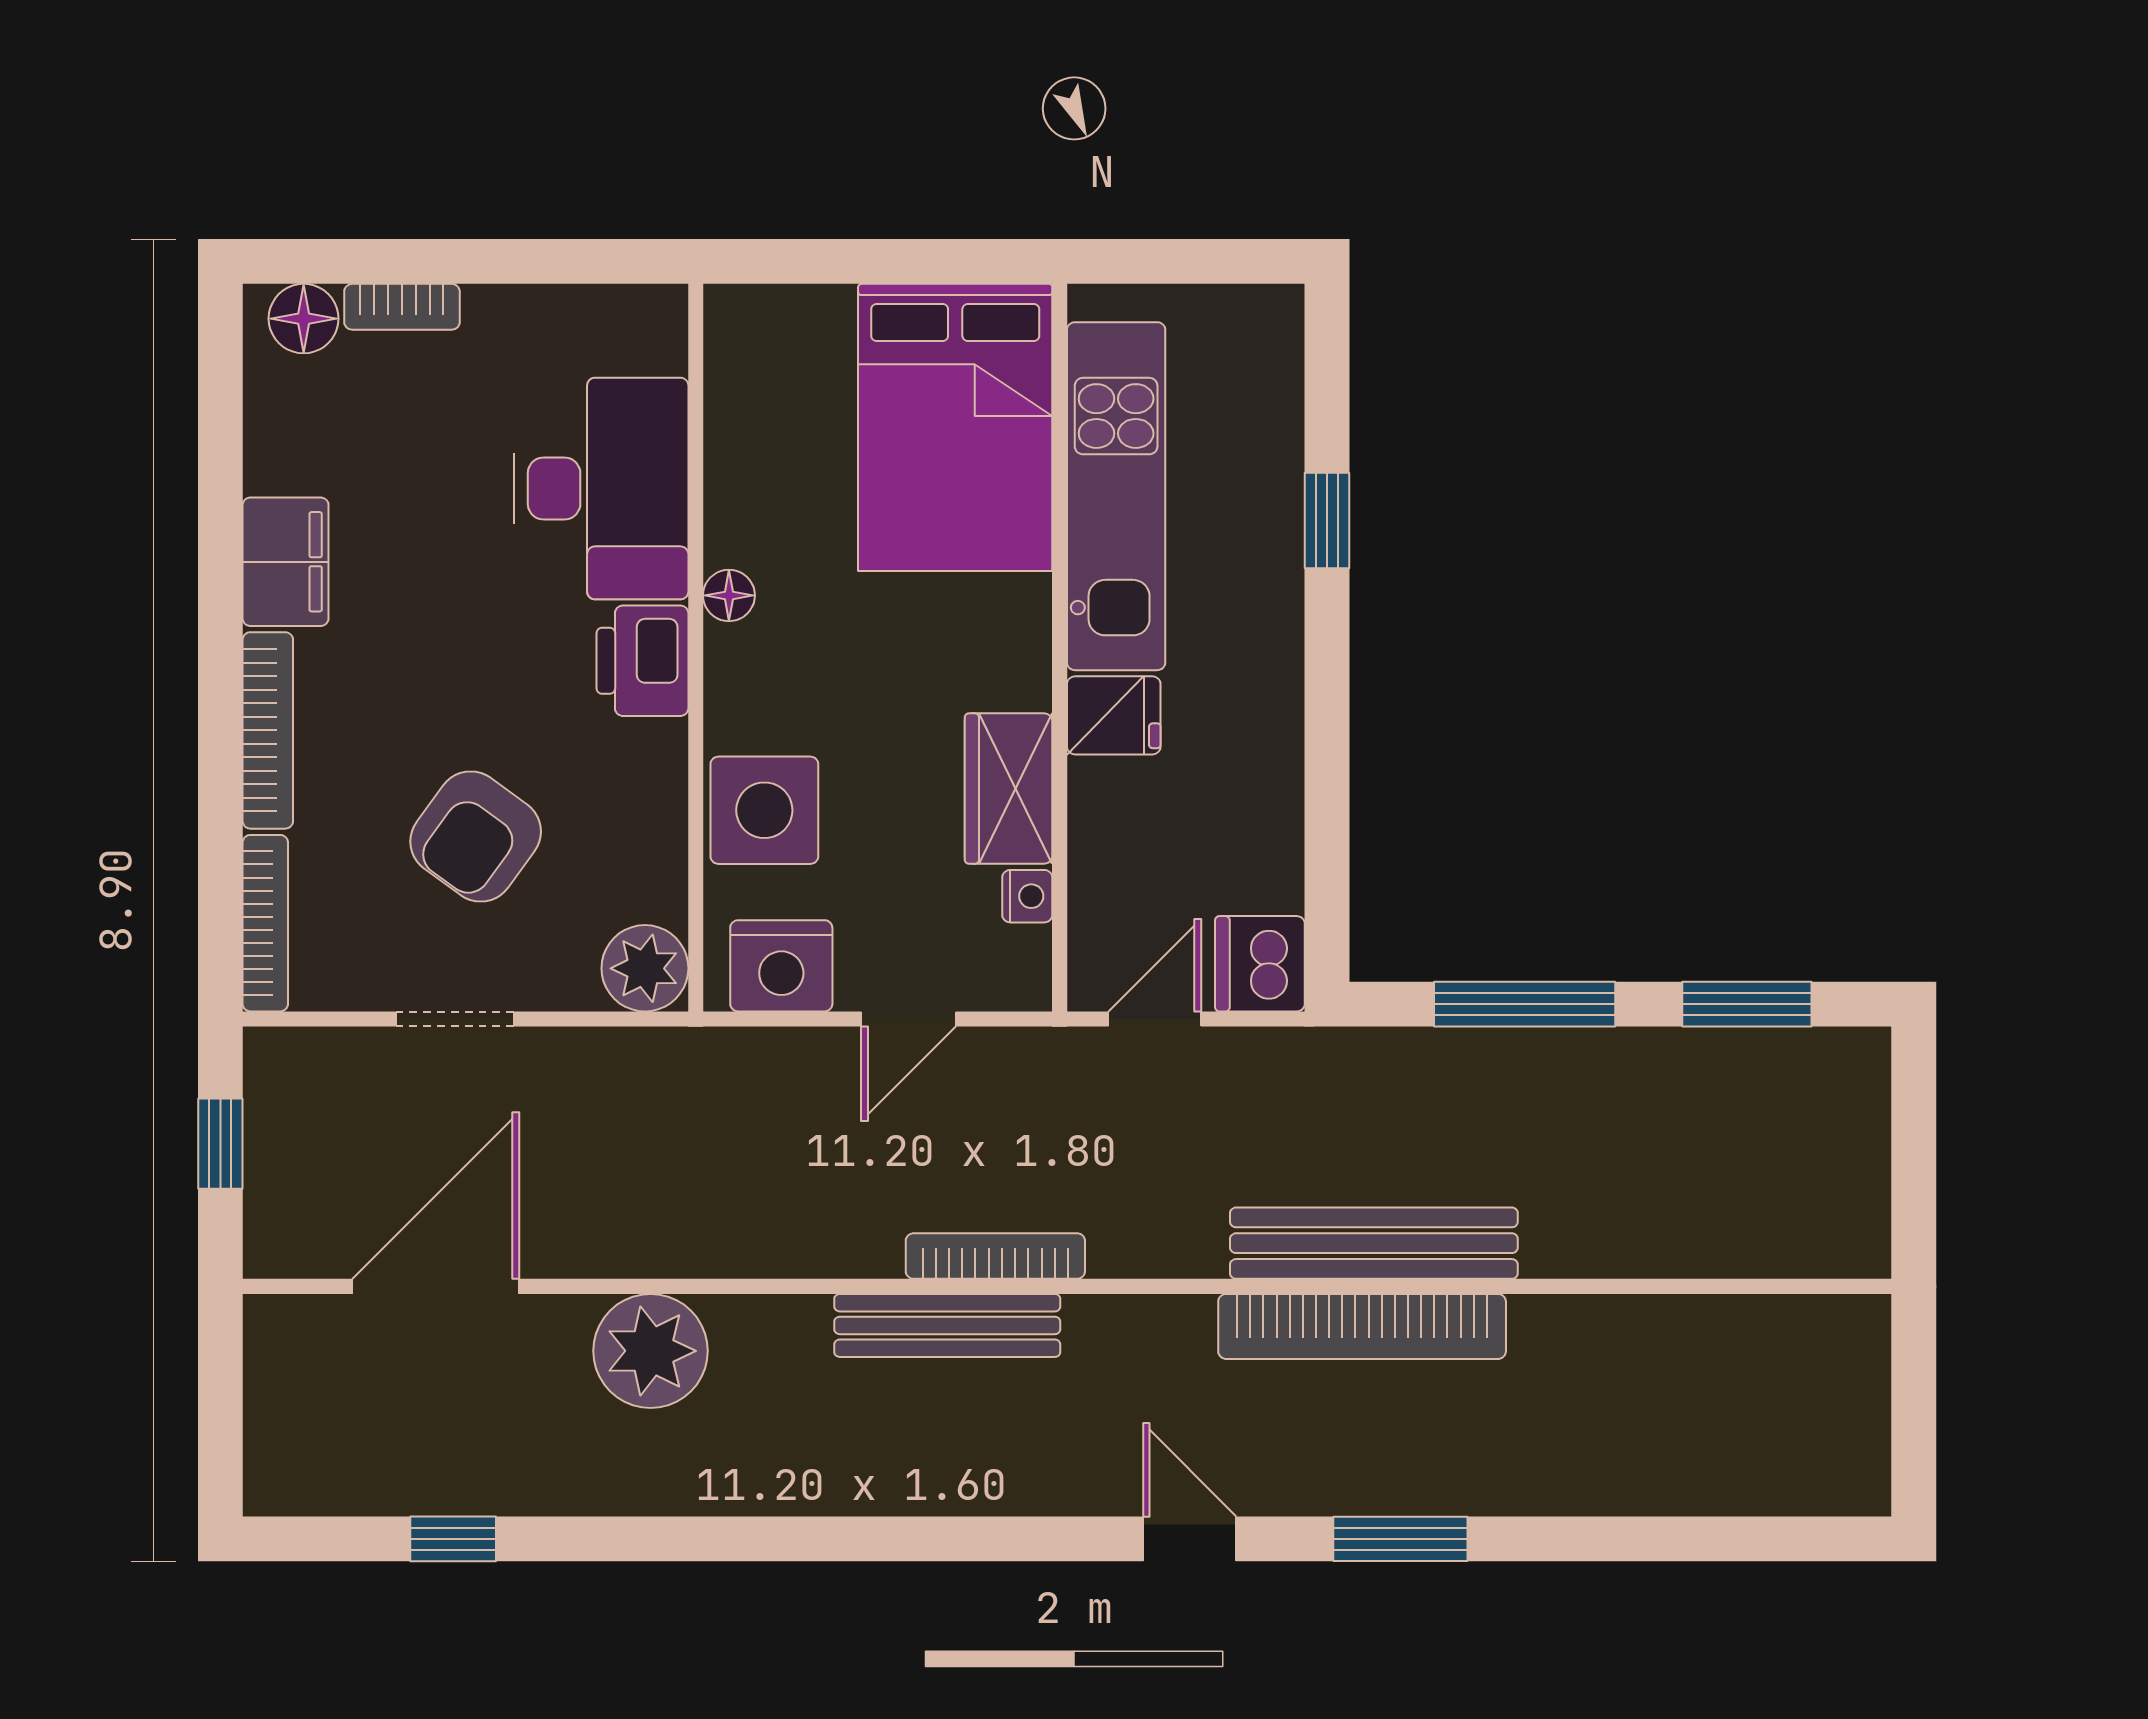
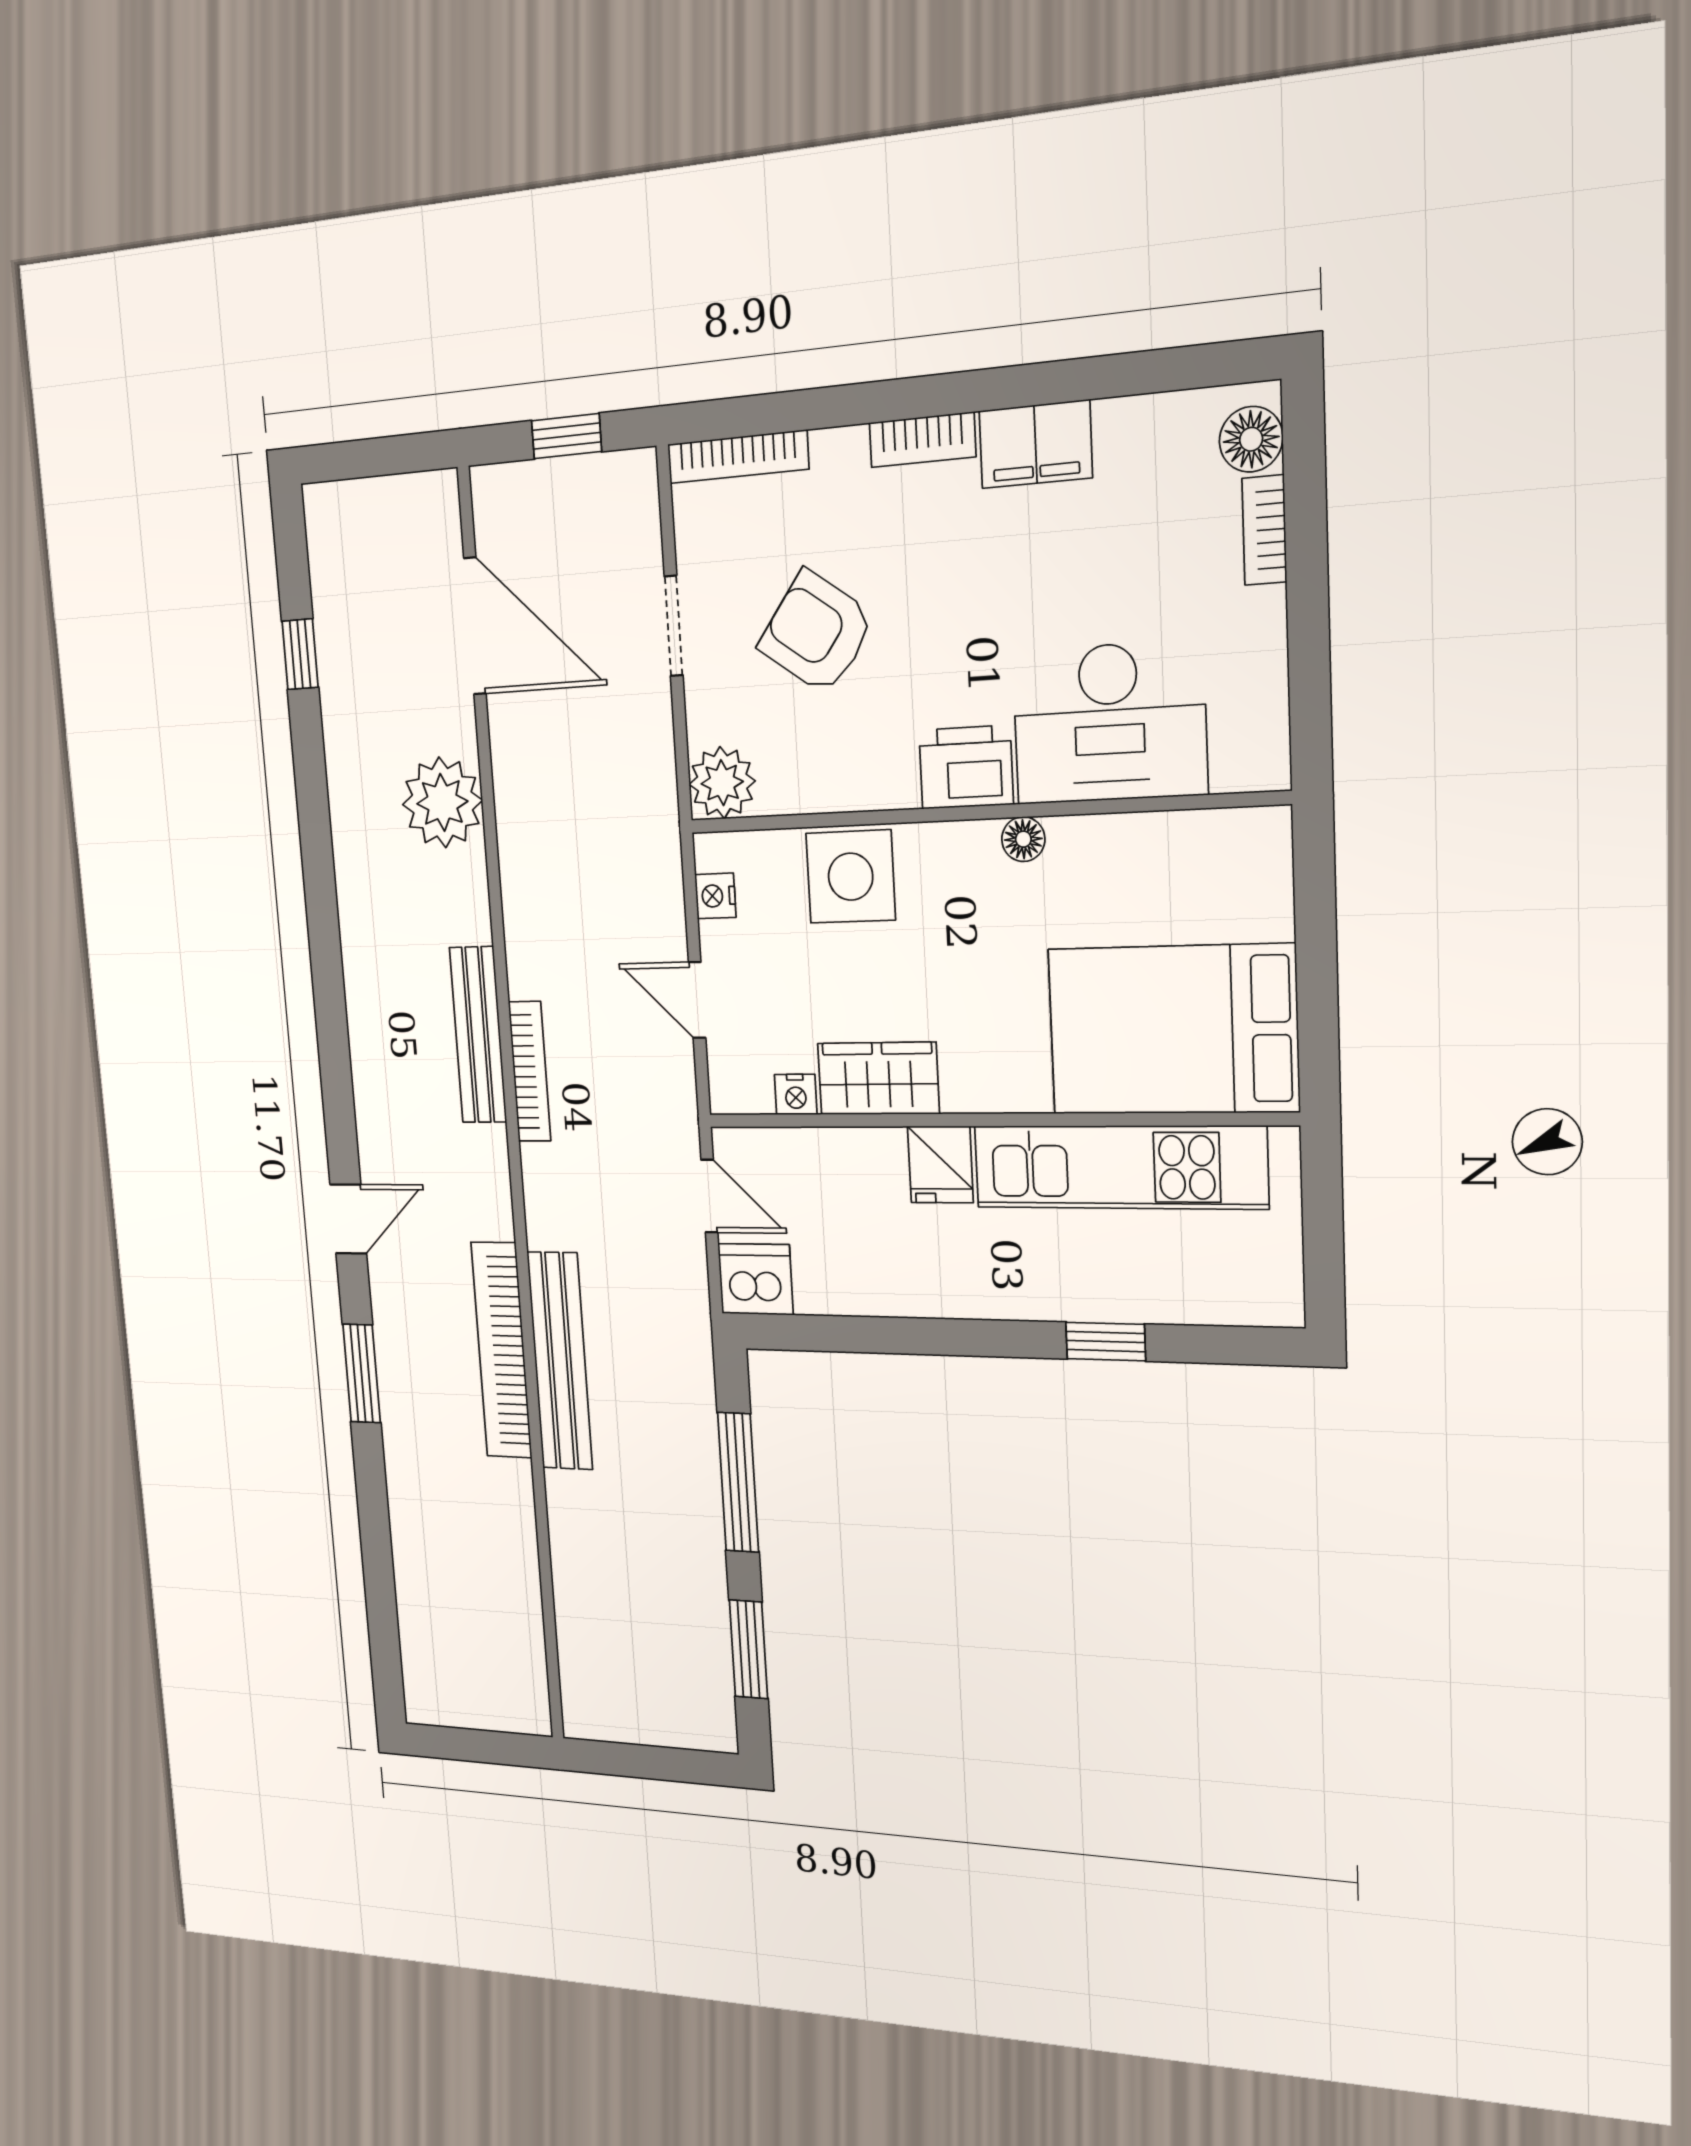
bookcase: (268, 730) -> (922, 440), width x0.64
nightstand: (781, 966) -> (715, 896), width x0.53, depth x0.56

